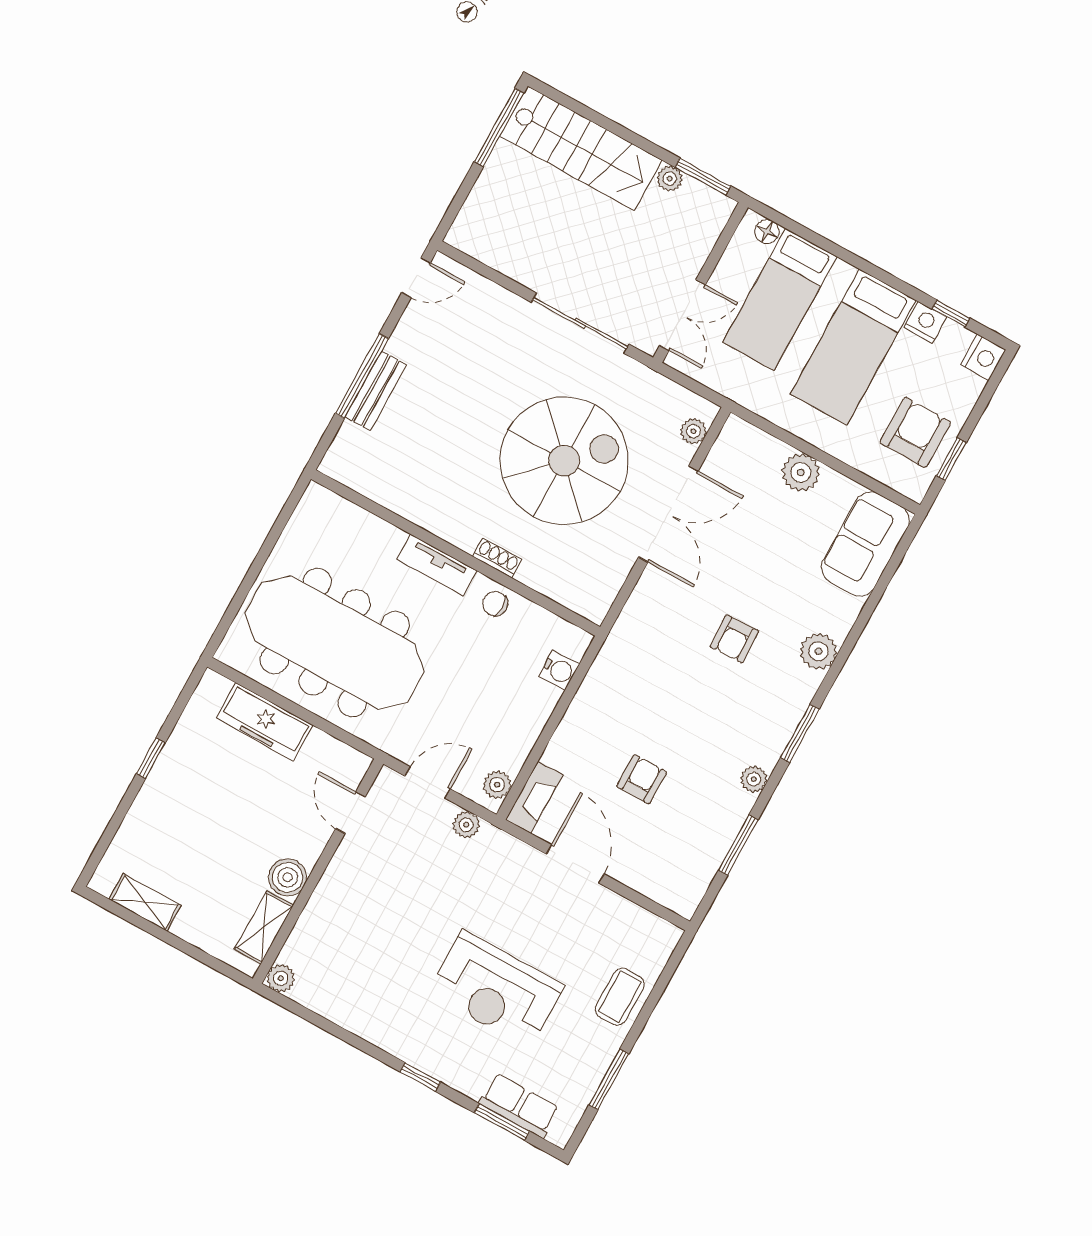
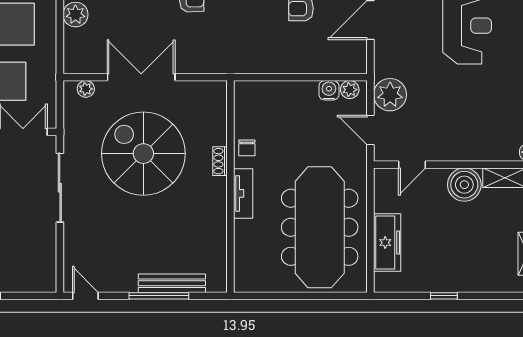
bench: (376, 391) -> (172, 283), width x1.36
water cooler: (559, 670) -> (329, 90), moved
fireplace: (534, 797) -> (345, 64), removed
plant: (466, 825) -> (390, 95), width x1.87, depth x1.87
boiler: (288, 877) -> (464, 185), width x1.37, depth x1.37

